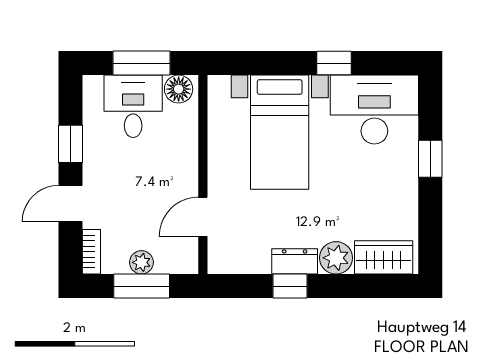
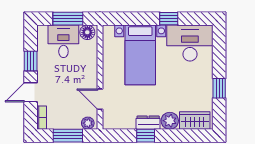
window: (430, 159) -> (219, 88), moved
door: (203, 217) -> (100, 99), hinge flipped
plant: (141, 262) -> (88, 123), moved

